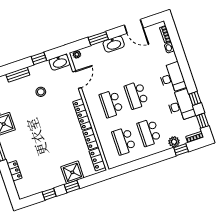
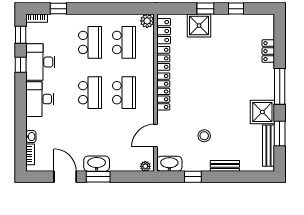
window: (98, 38) -> (98, 177), moved
plant: (174, 142) -> (147, 21), moved

